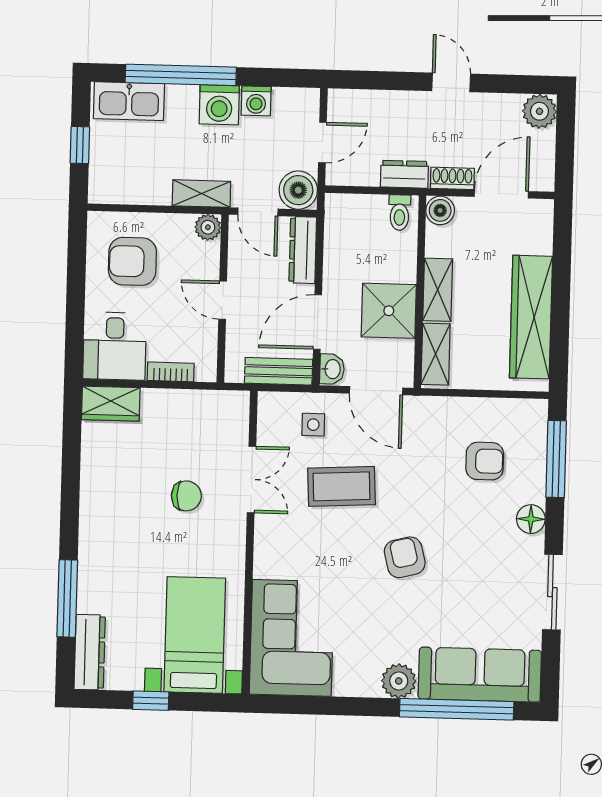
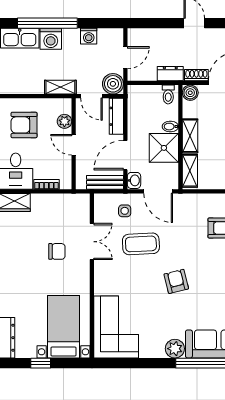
washing machine: (219, 105) -> (51, 39), moved
plant: (208, 227) -> (64, 121), moved
bidet: (402, 272) -> (170, 127), added

